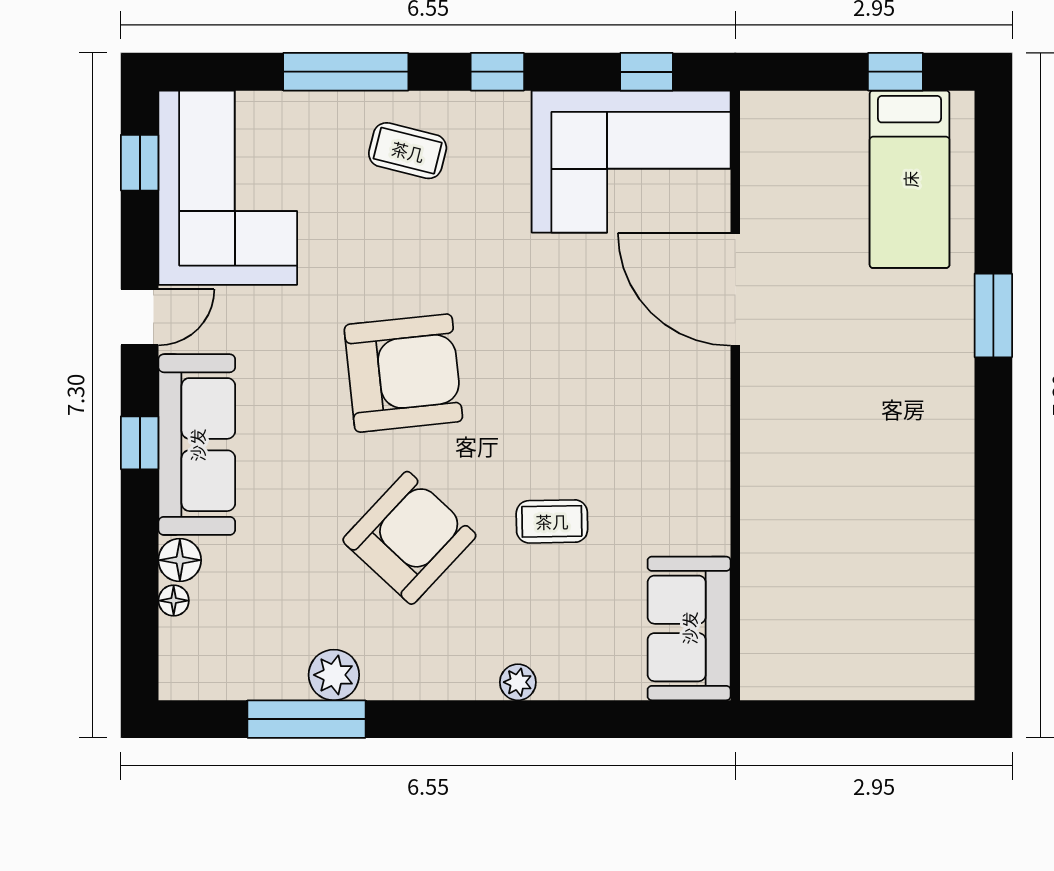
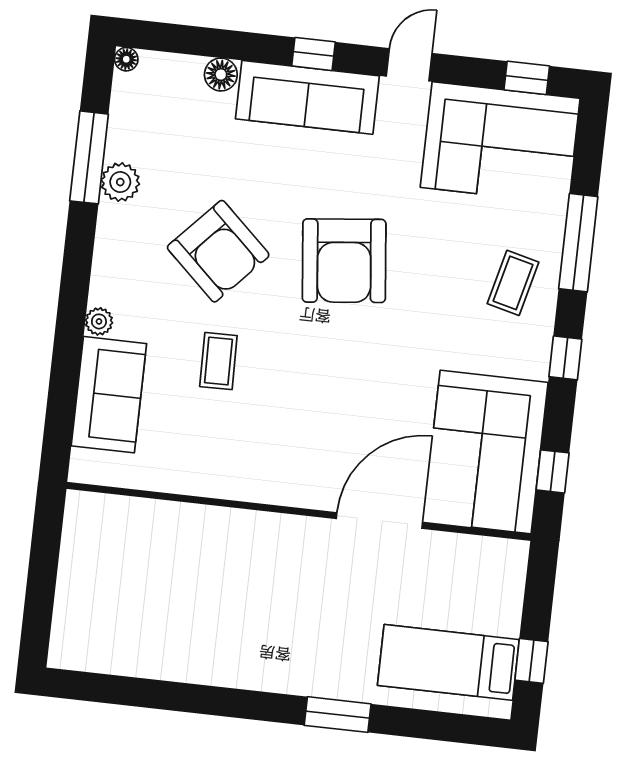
door: (140, 317) -> (409, 65), swing flipped
floor lamp: (174, 601) -> (126, 59), moved
sofa: (689, 628) -> (109, 395), moved, turned 90

